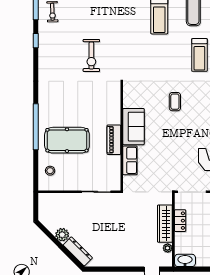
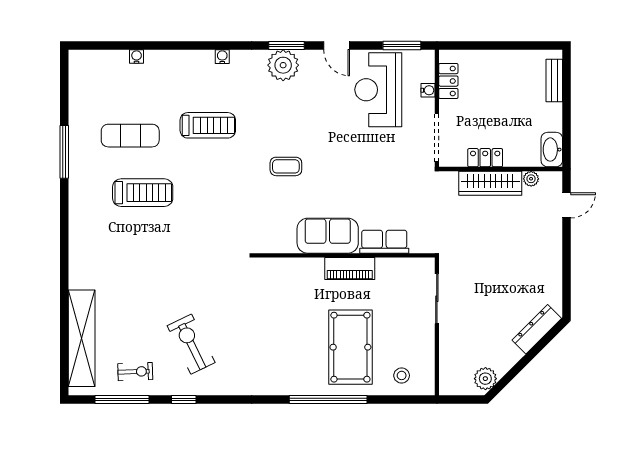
exercise bike: (91, 56) -> (191, 344), moved, turned -116
plant: (62, 235) -> (485, 379), moved

